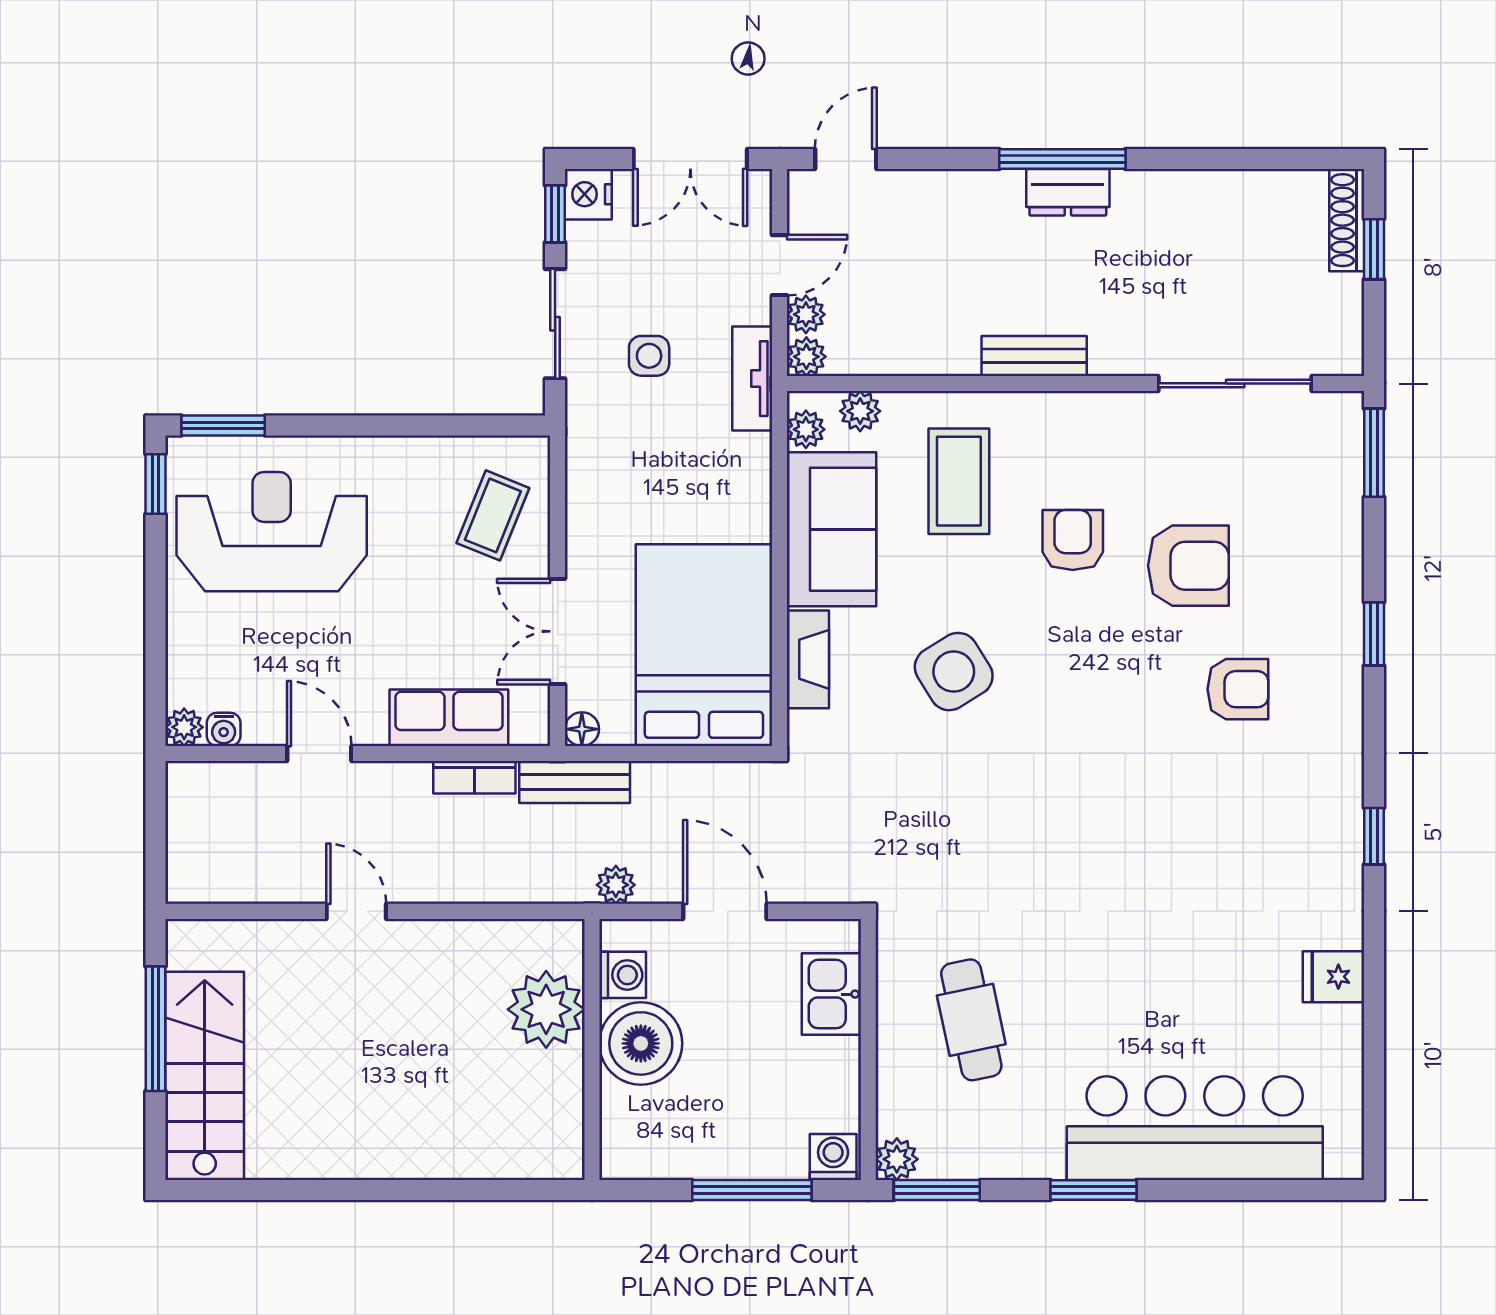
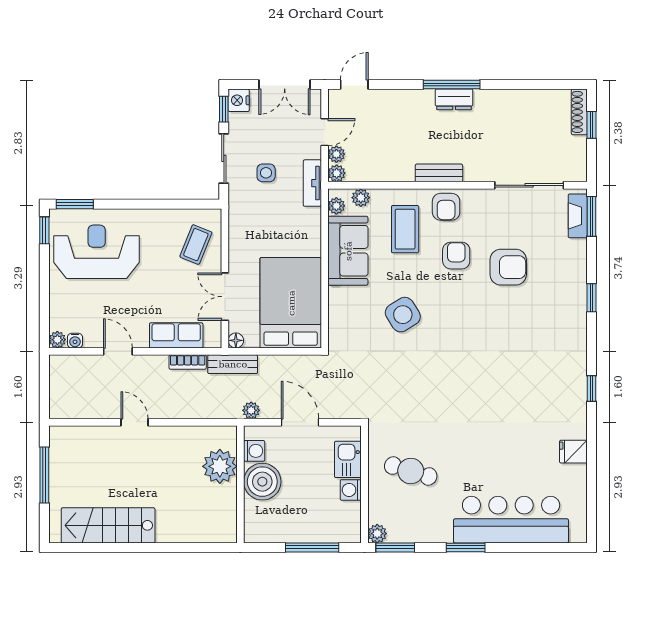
fireplace: (808, 659) -> (578, 216), moved, turned 180
armchair: (1238, 689) -> (446, 207), moved, turned 90
cafe table: (971, 1020) -> (411, 471), turned -61
stairs: (205, 1076) -> (108, 525), moved, turned -90
washing machine: (833, 1157) -> (351, 490), moved, turned -90

